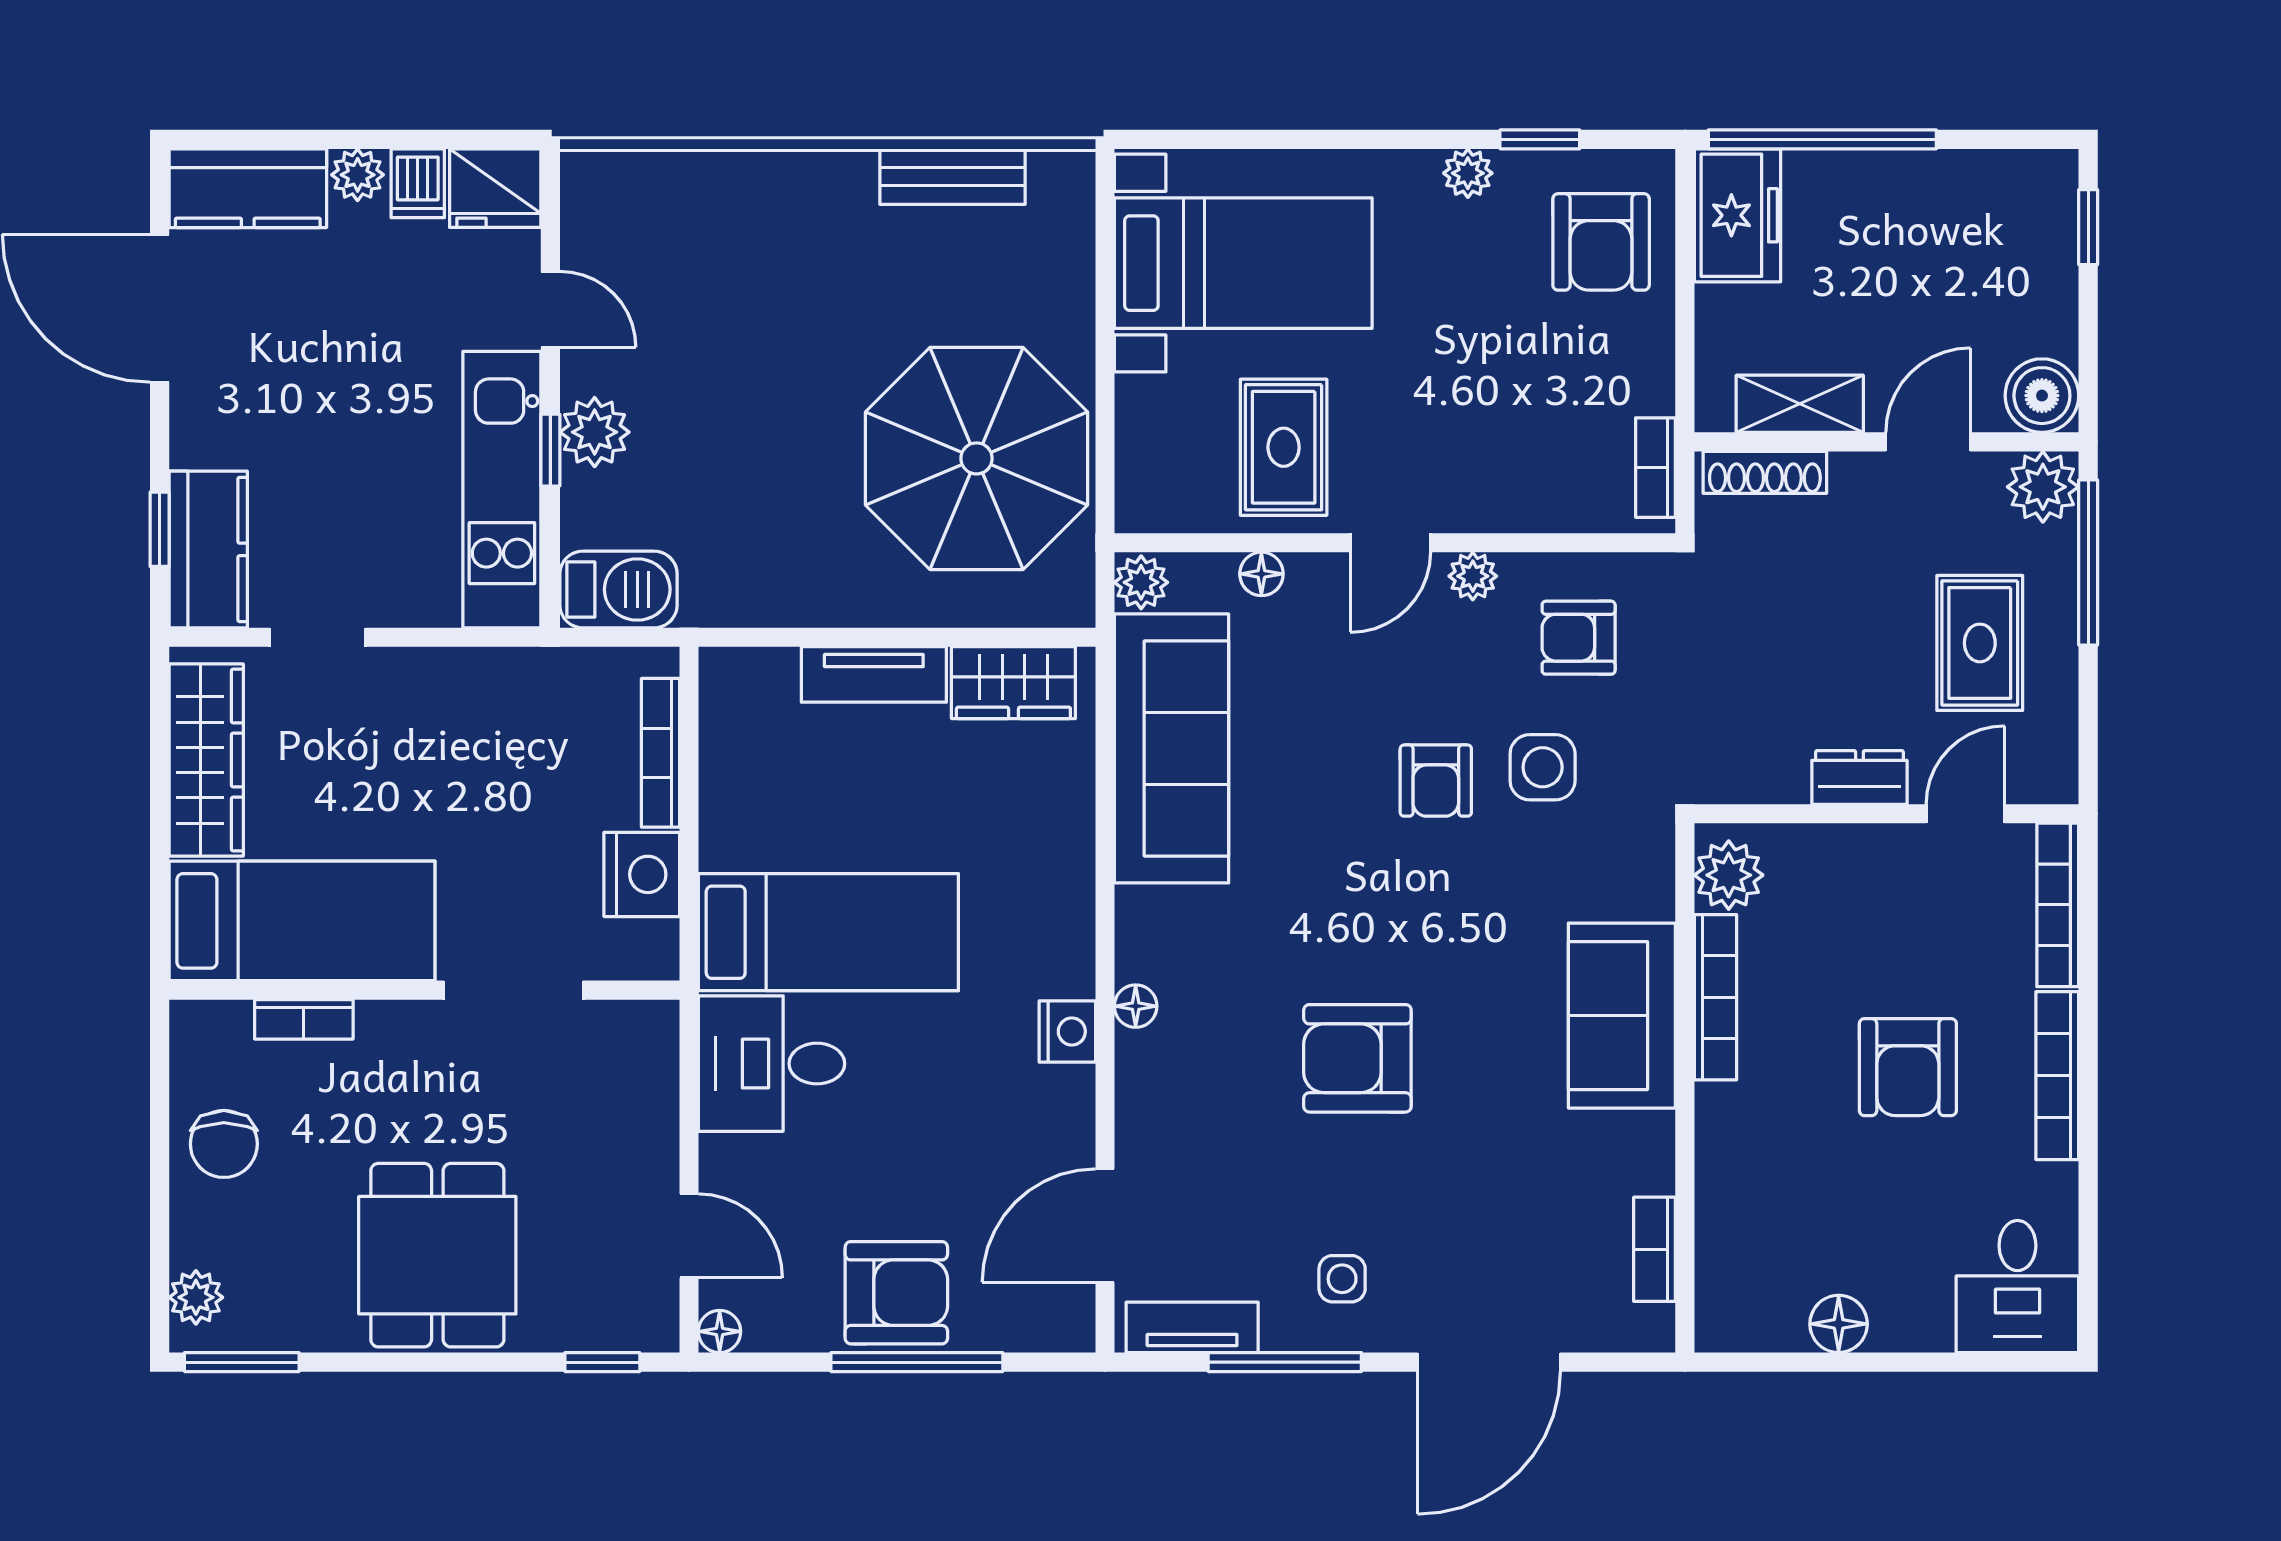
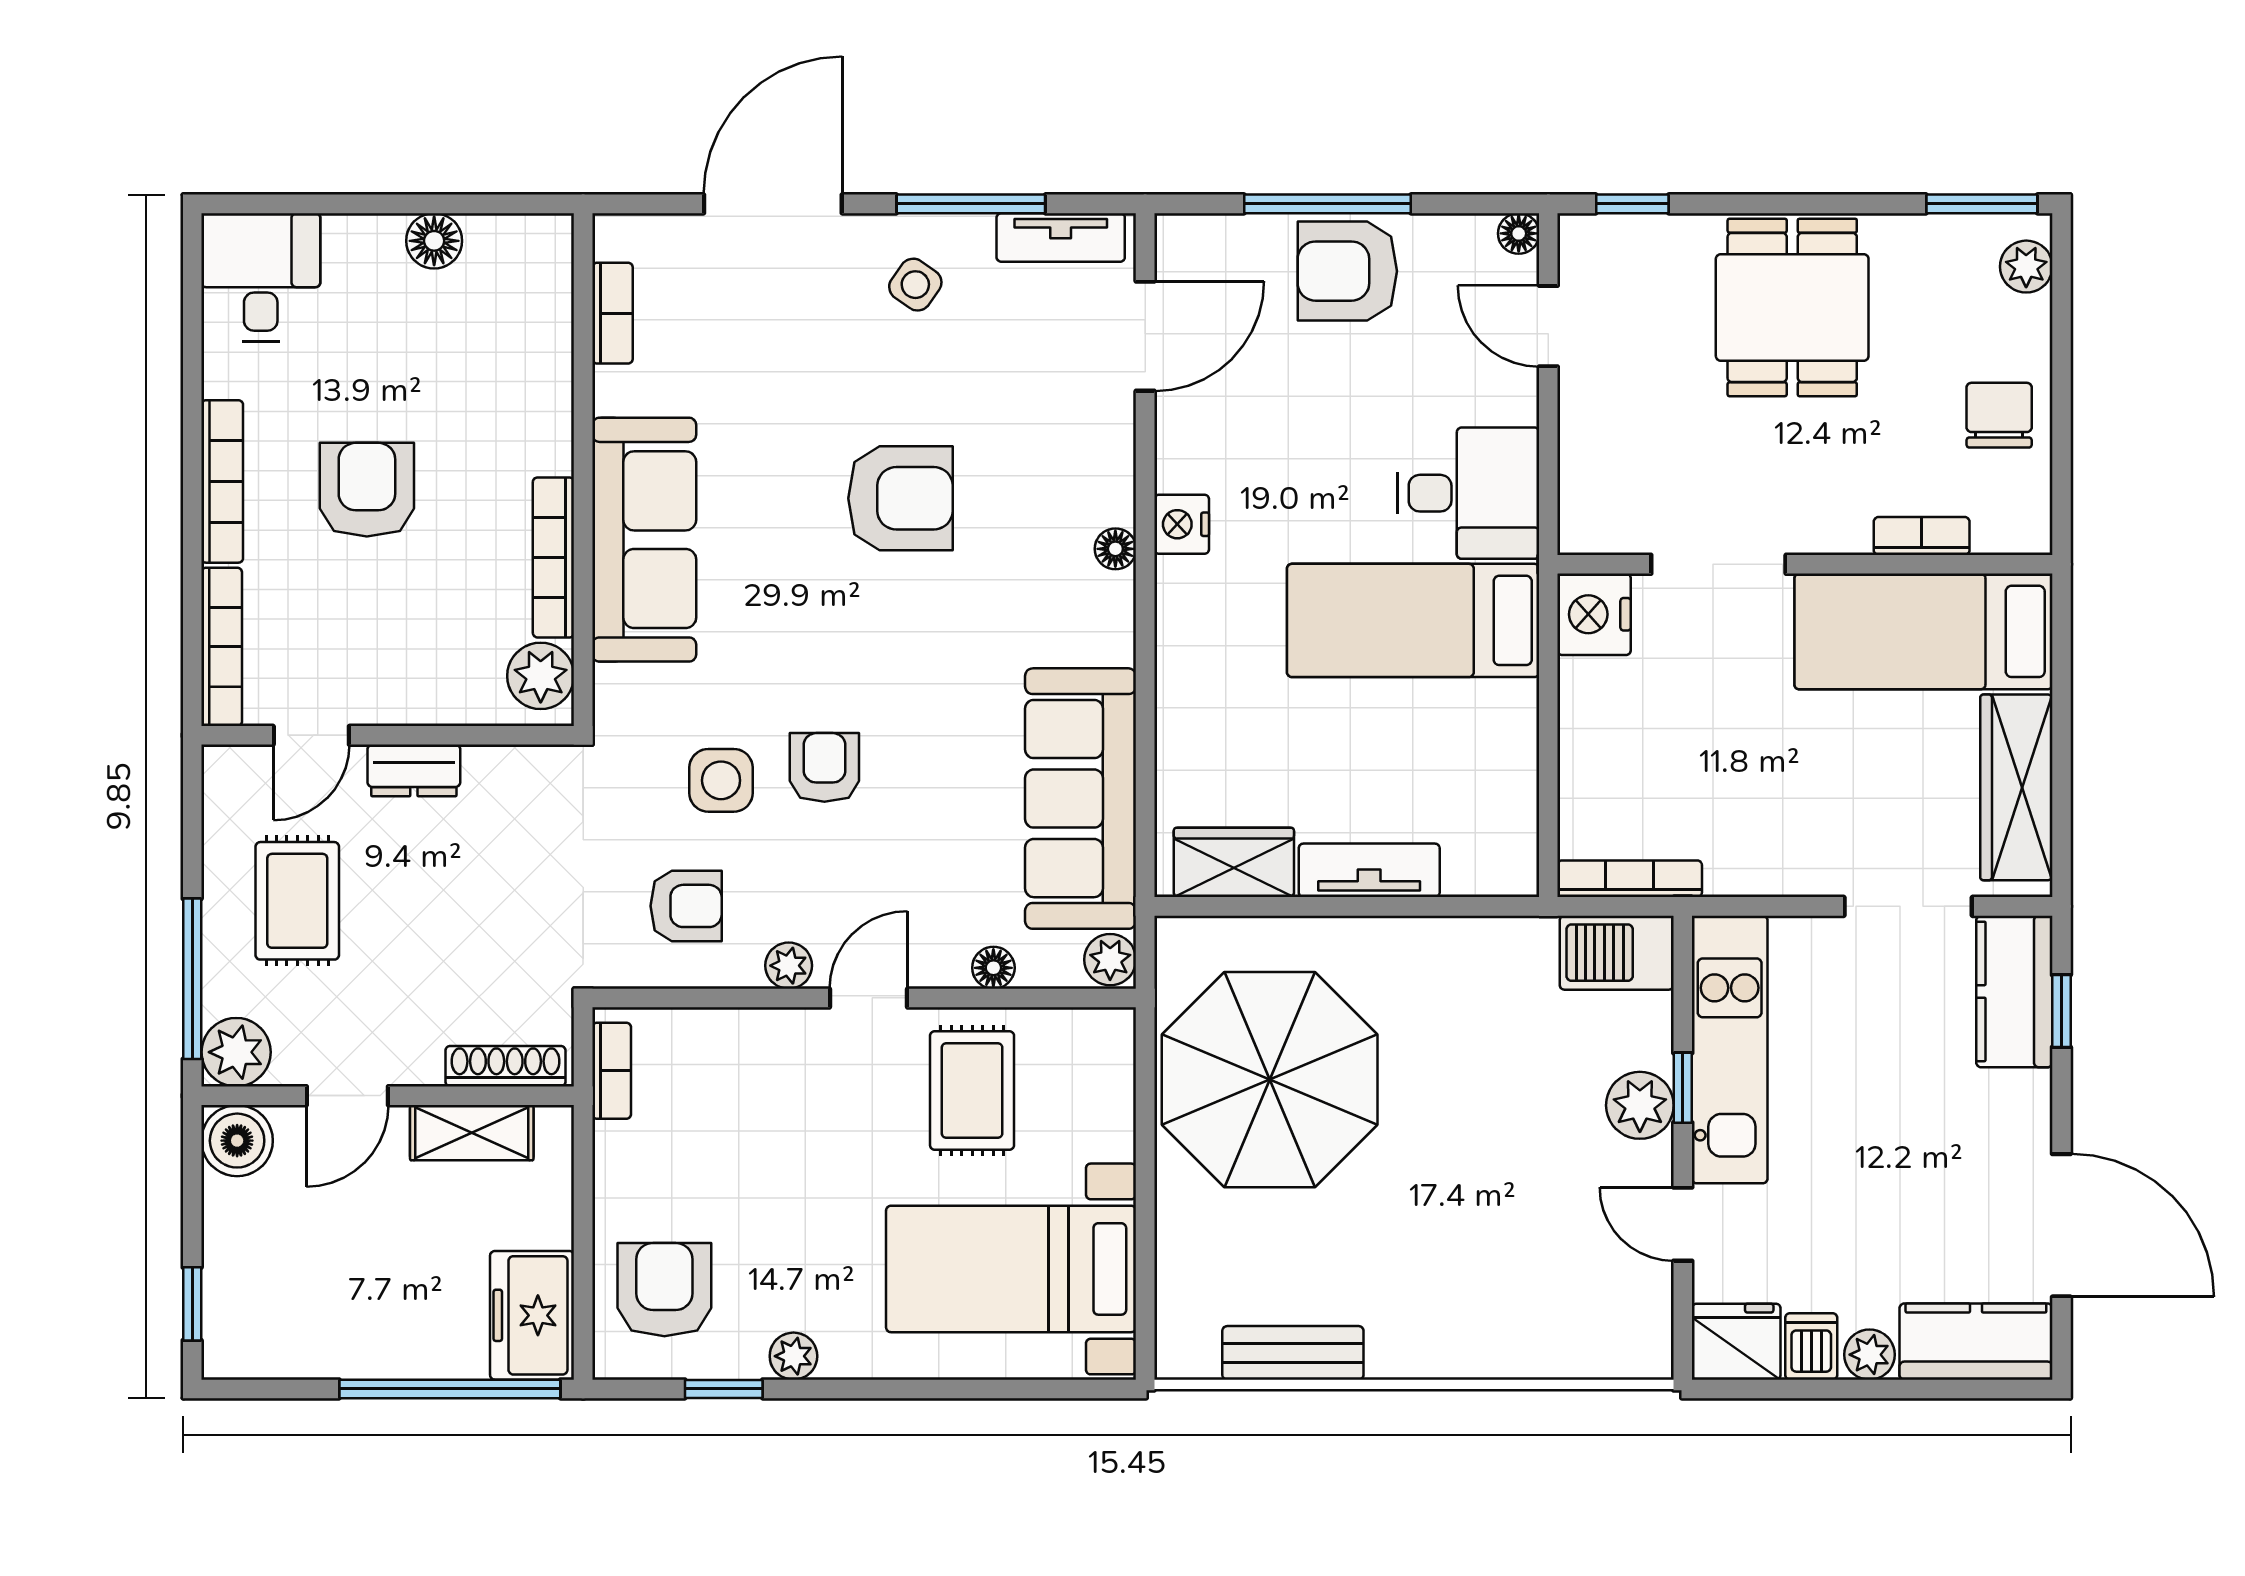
doorway: (318, 637) -> (1908, 906), width x1.38
bookcase: (660, 753) -> (1630, 879), moved, turned -90
nightstand: (642, 874) -> (1594, 614), moved
sofa: (1622, 1016) -> (644, 540), width x1.36
side table: (1342, 1279) -> (915, 285), turned 35

